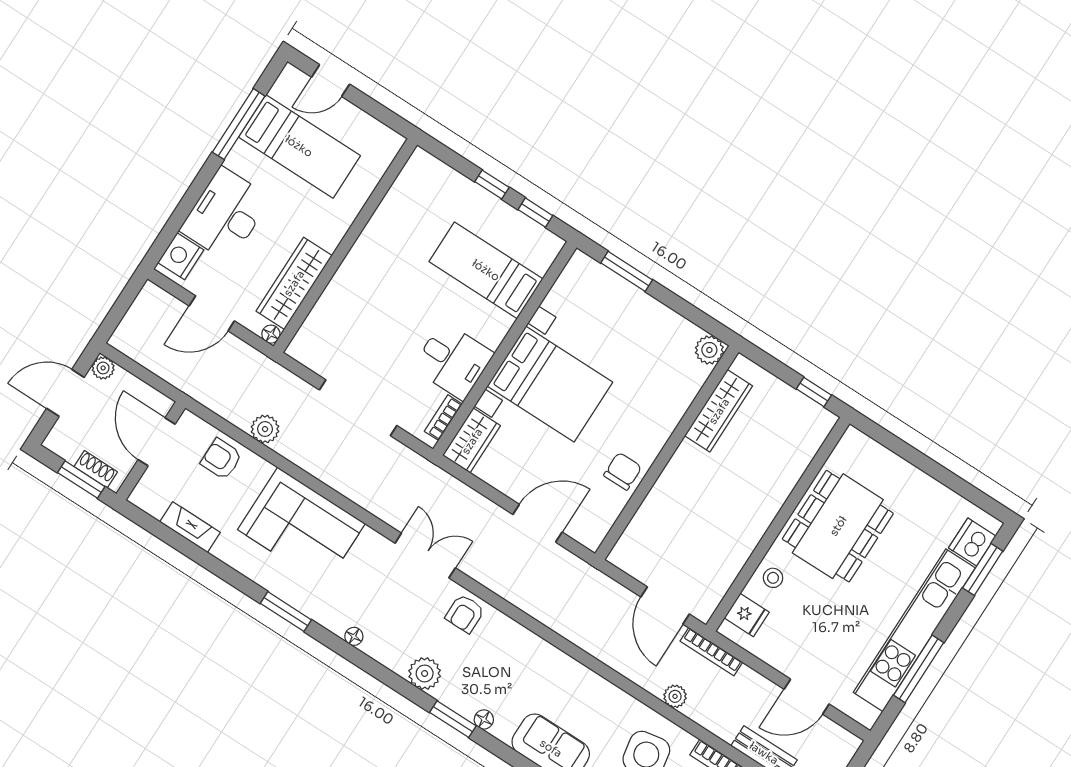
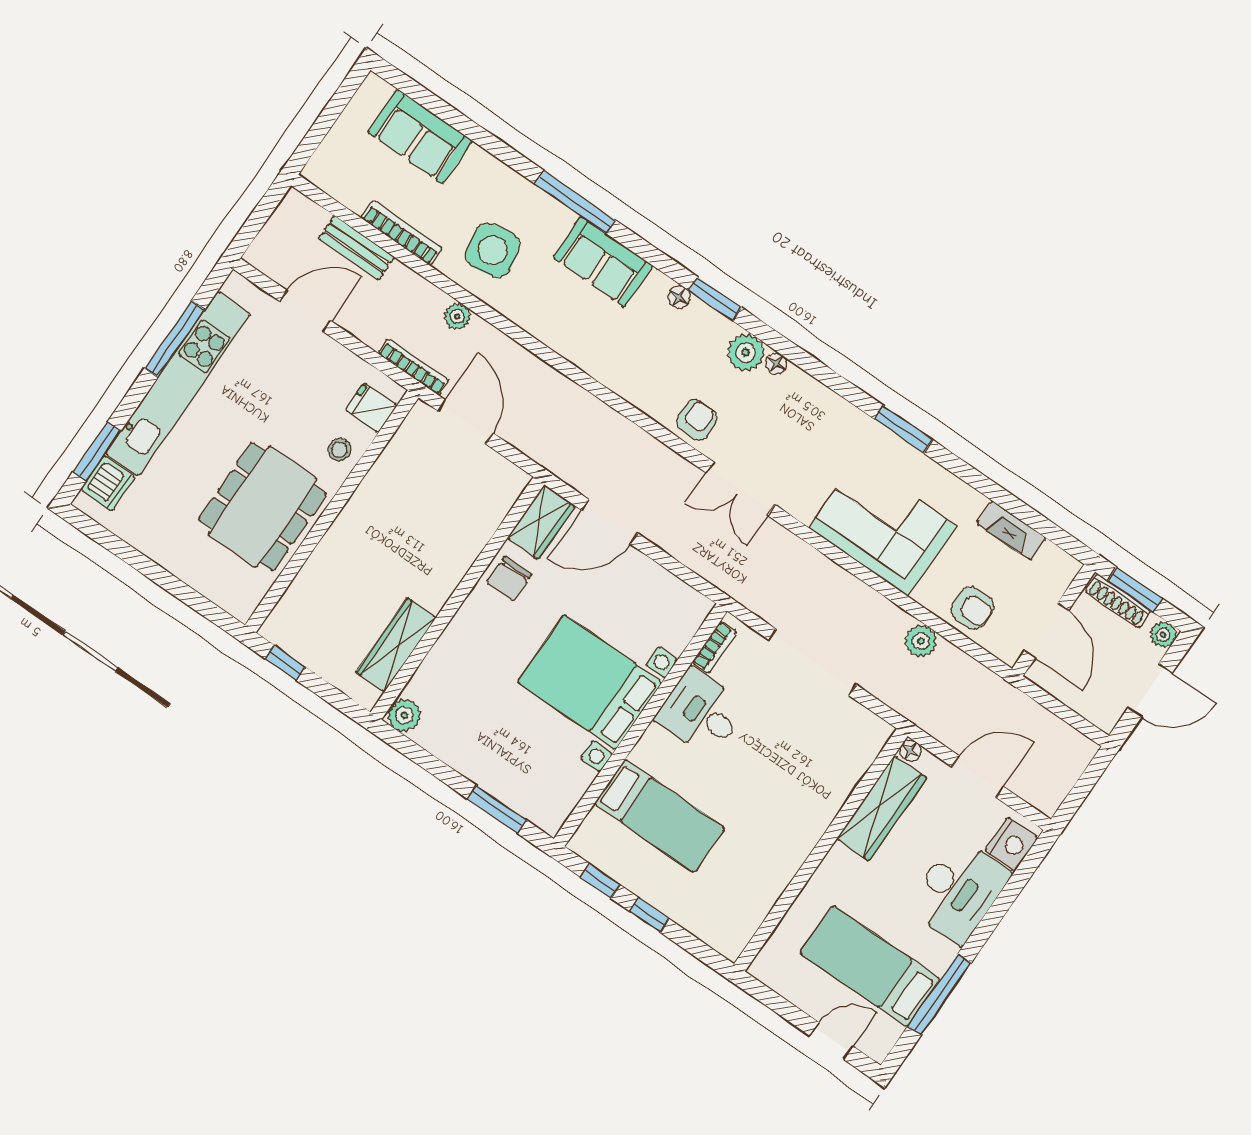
plant: (103, 368) -> (1163, 635), moved
wardrobe: (472, 441) -> (541, 522), moved, turned 180
shoe rack: (96, 469) -> (1118, 601), width x1.43
floor lamp: (354, 636) -> (776, 364), moved

